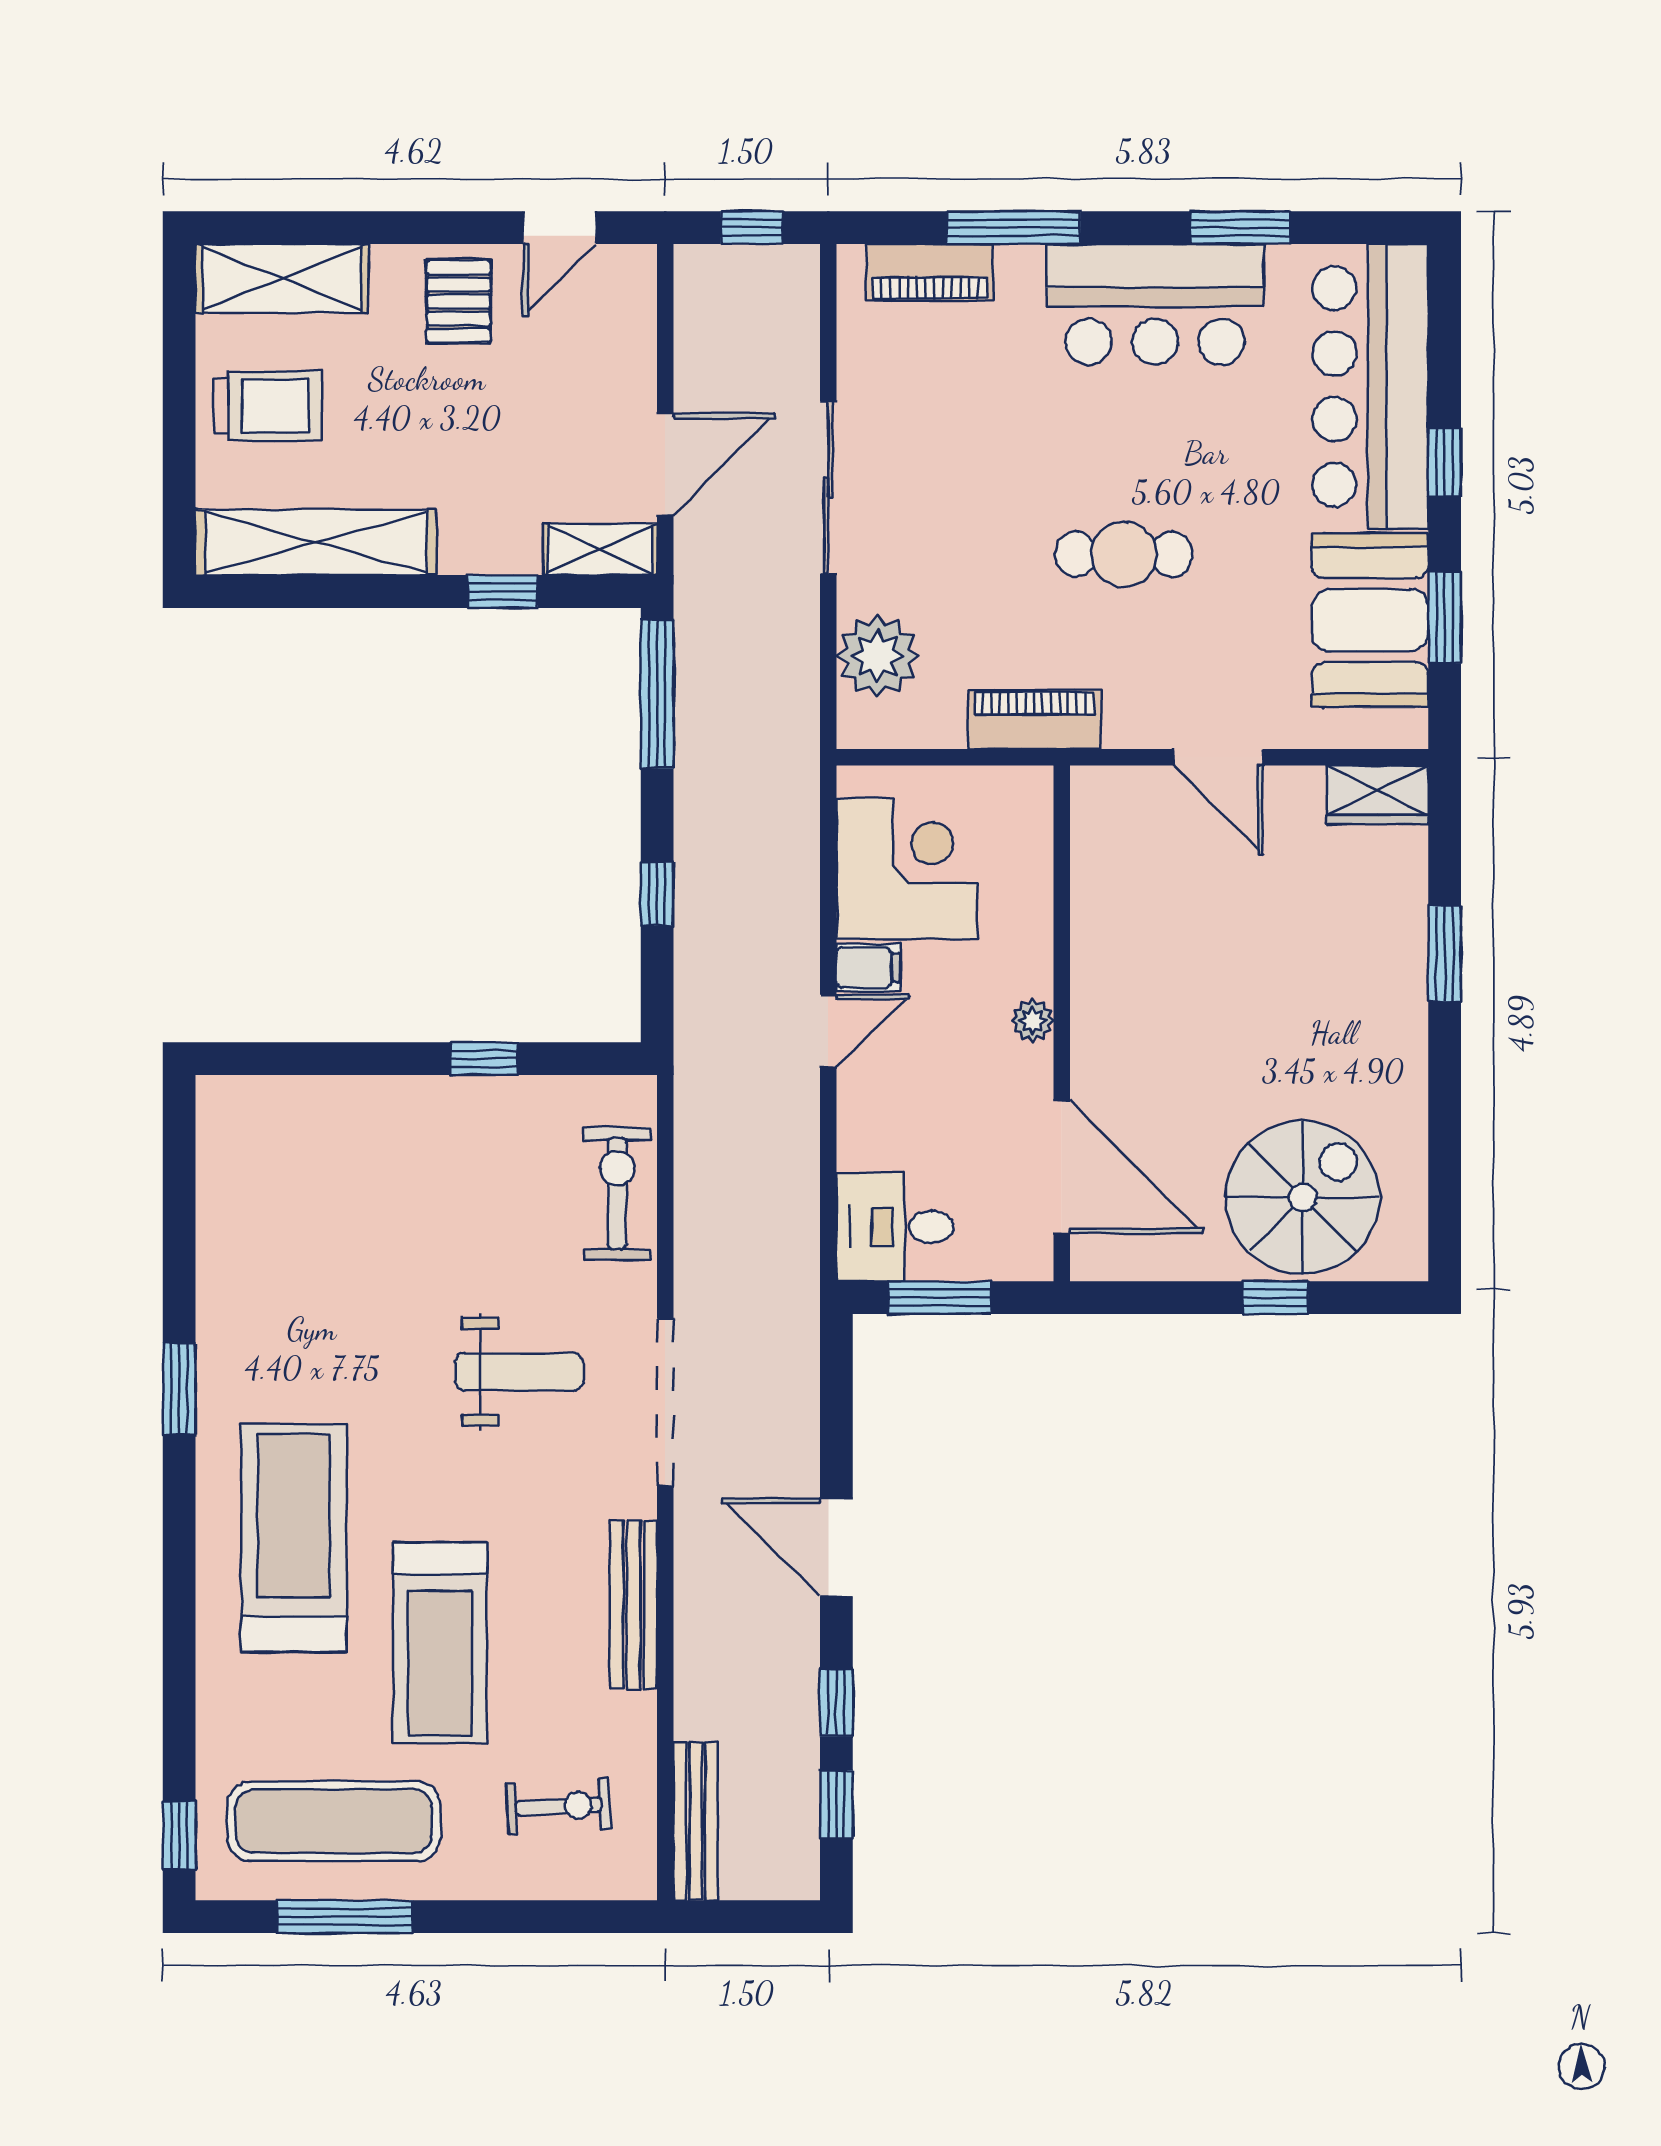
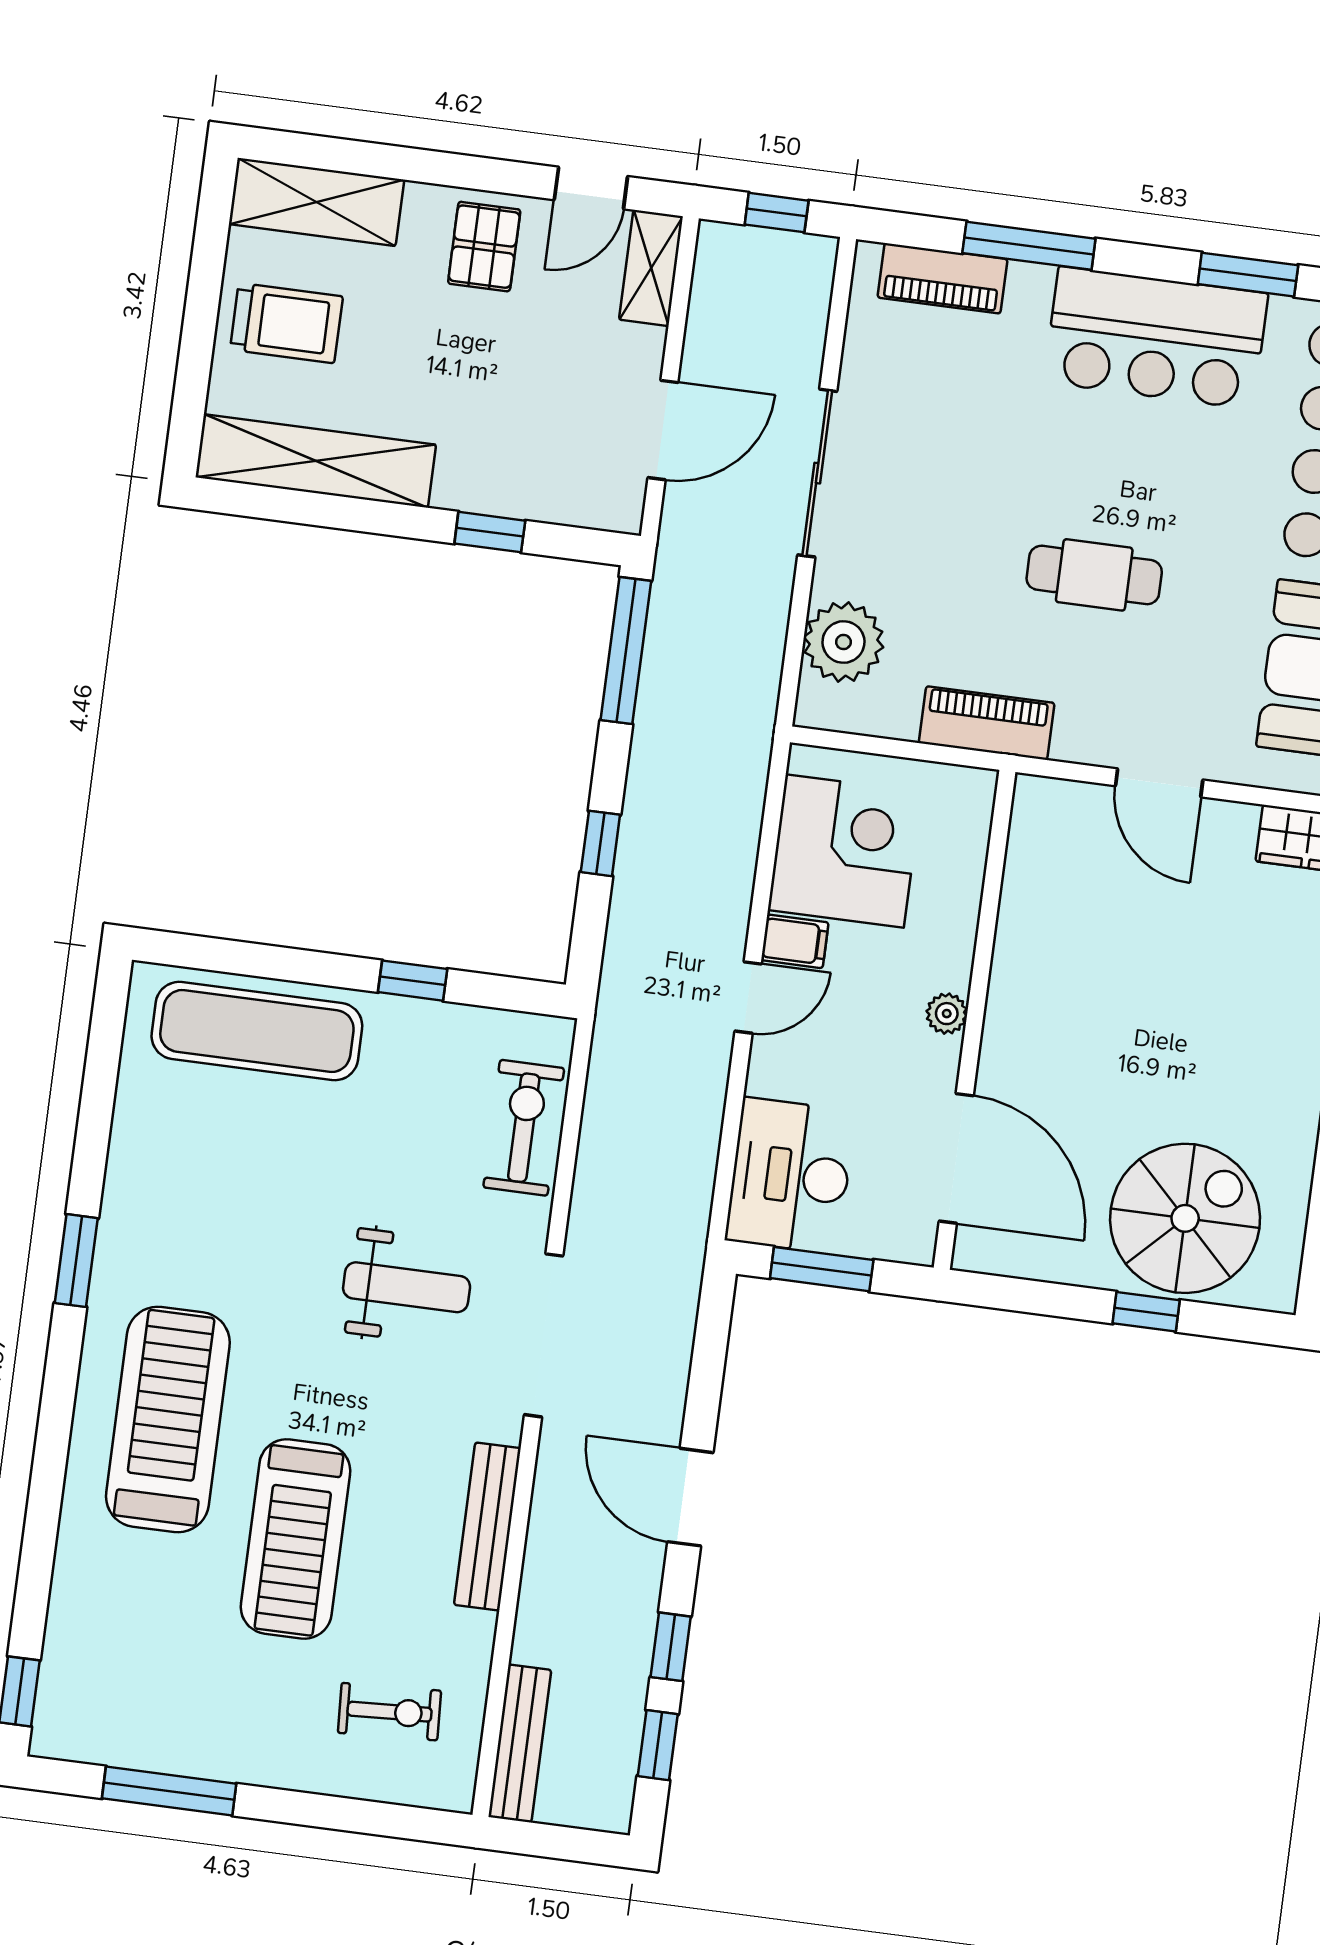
shelving: (600, 550) -> (651, 268), moved, turned 90
desk: (895, 1227) -> (790, 1176), width x1.37
exercise mat: (334, 1821) -> (257, 1031), moved

